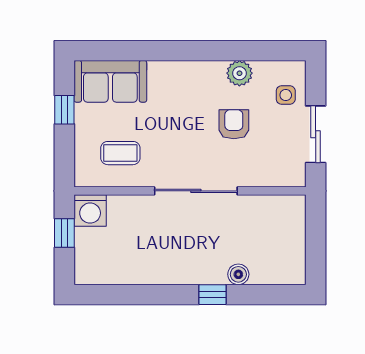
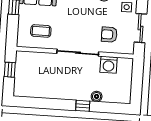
armchair: (234, 124) -> (109, 35), moved, turned -90
washing machine: (90, 210) -> (109, 65), moved

